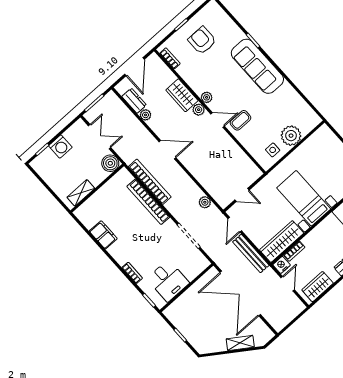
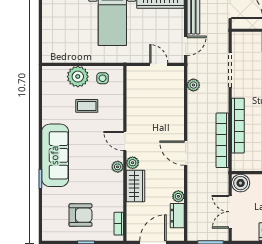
armchair: (202, 40) -> (81, 215), turned -90
coffee table: (240, 120) -> (87, 106), moved

